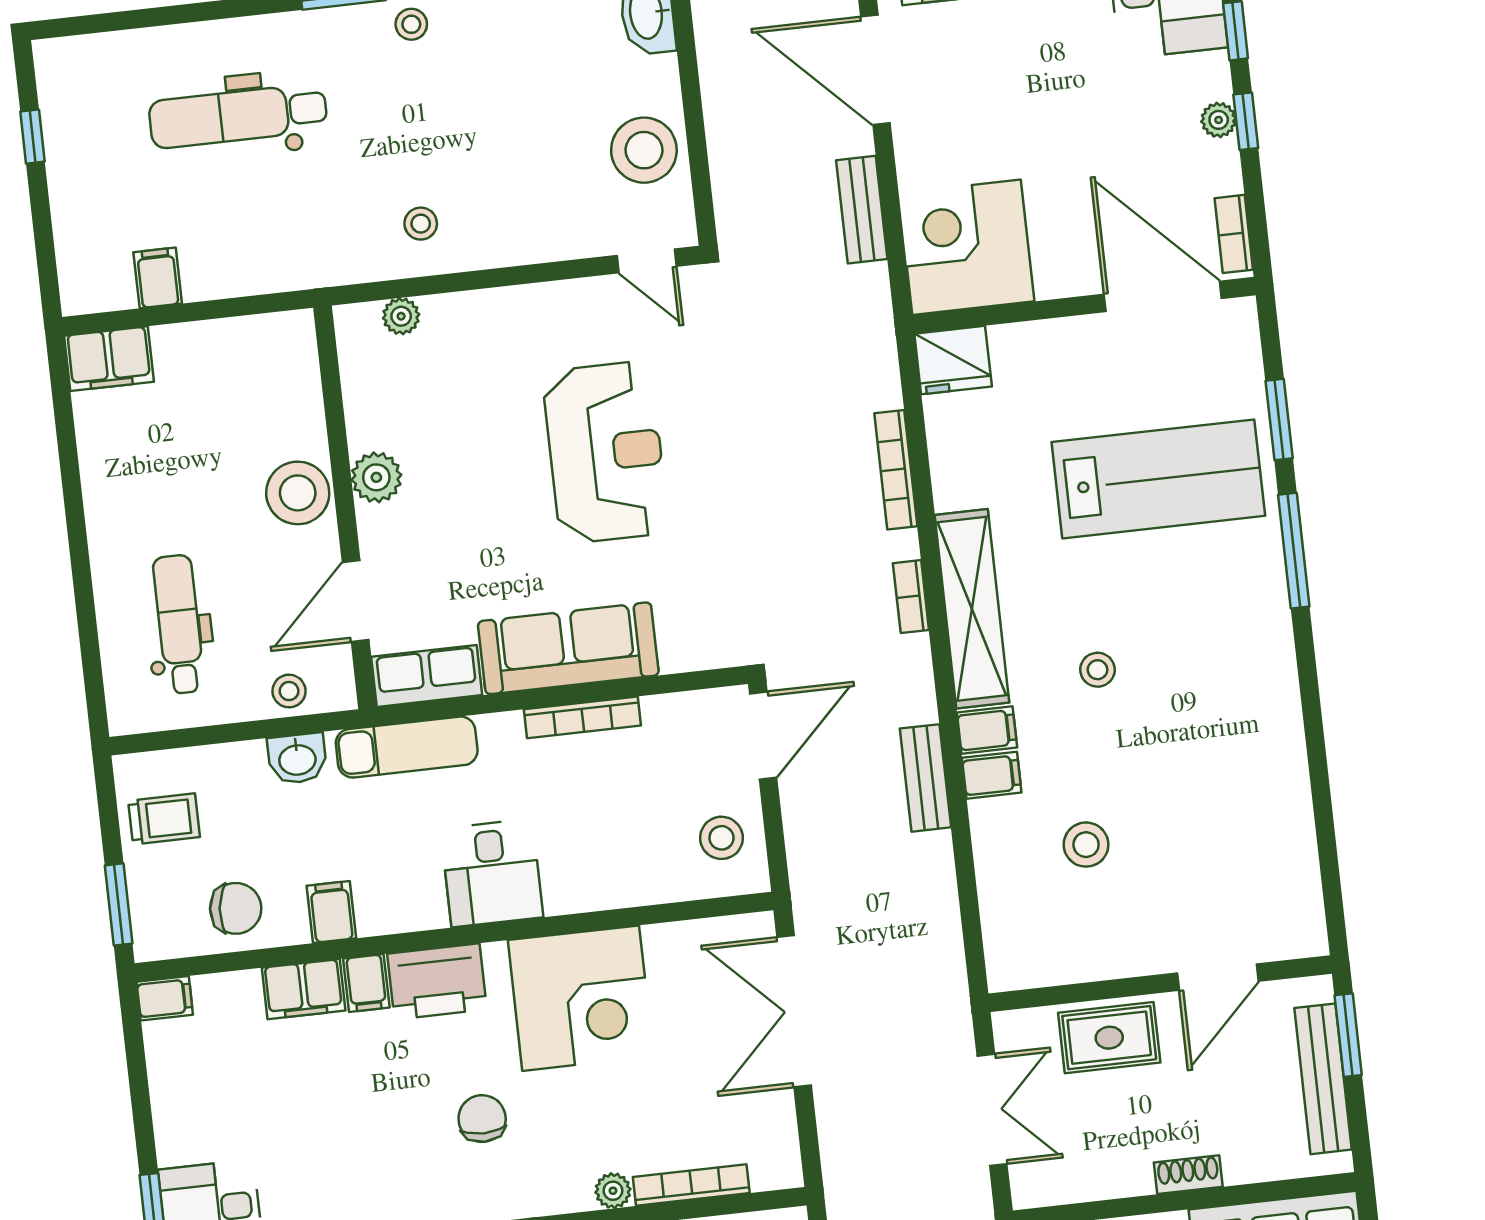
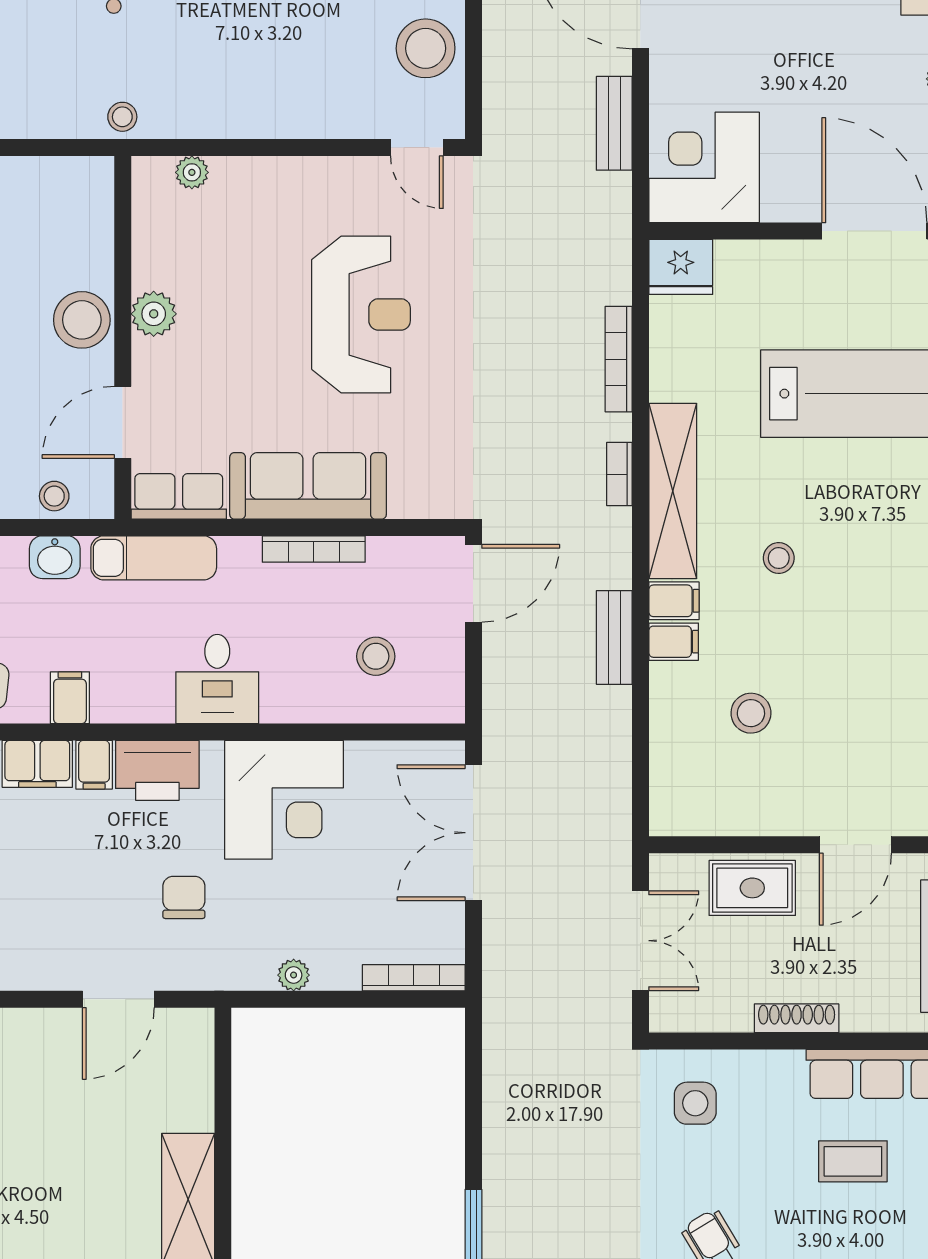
stool: (421, 224) -> (122, 117), moved
stool: (721, 838) -> (376, 656), moved
shoe rack: (1188, 1175) -> (797, 1018), width x1.43
bookcase: (691, 1185) -> (414, 978), moved

